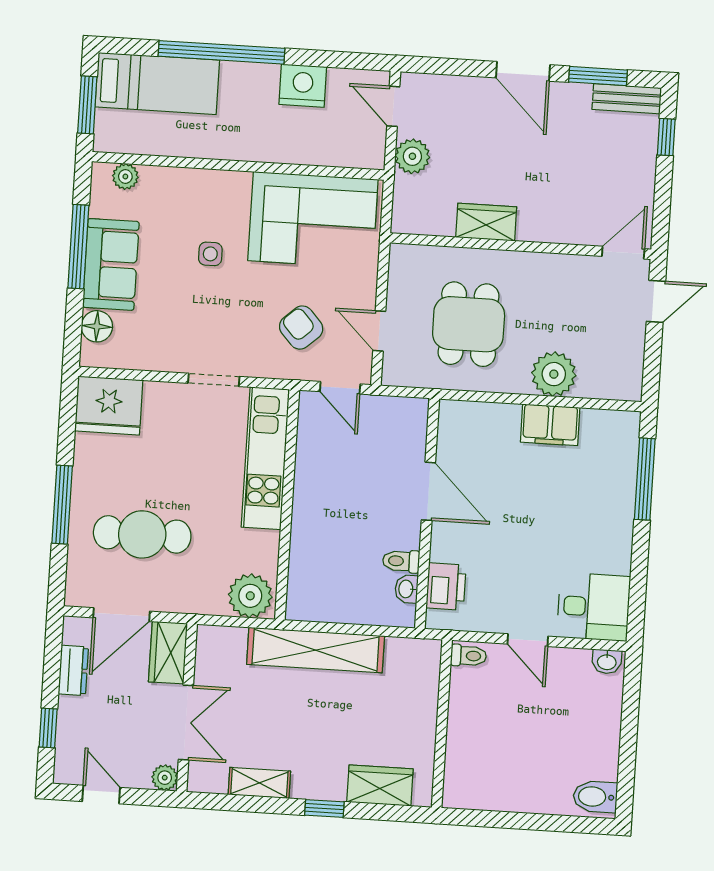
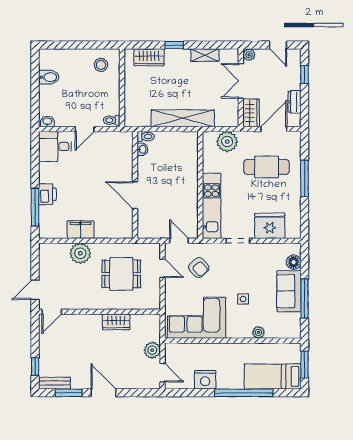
plant: (125, 177) -> (258, 332), moved
dining table: (469, 324) -> (121, 274), turned 90
fridge: (109, 406) -> (270, 226), moved
toilet: (401, 561) -> (146, 137), moved
printer: (446, 586) -> (47, 194), moved, turned 180
plant: (250, 596) -> (227, 142), moved
door: (528, 640) -> (85, 129), swing flipped
stool: (484, 776) -> (101, 65), added
bidet: (595, 797) -> (49, 77), moved

